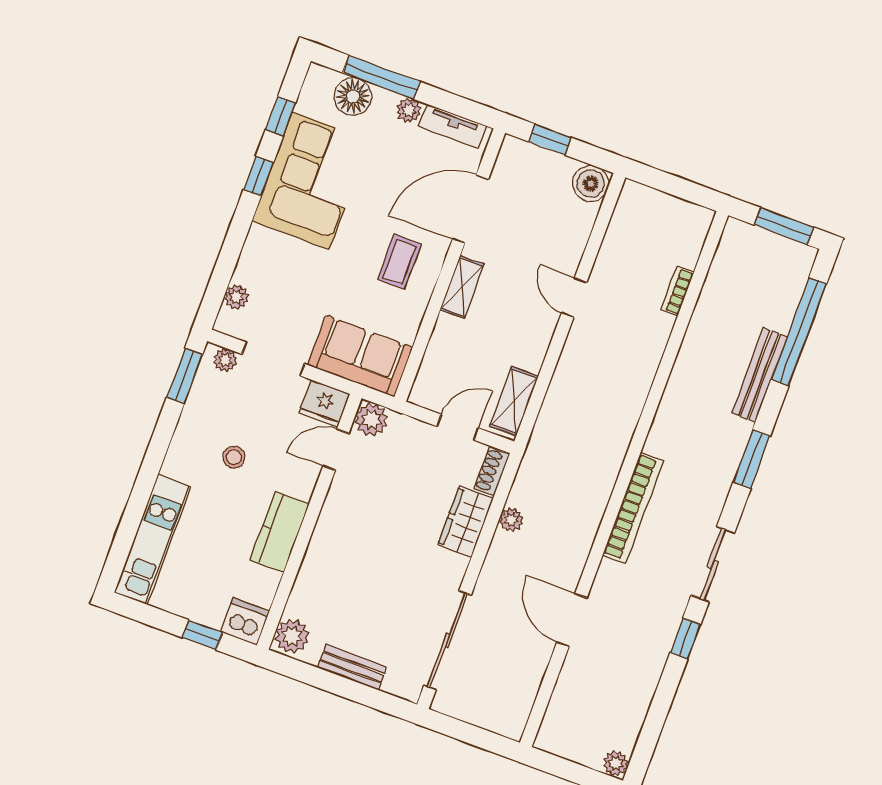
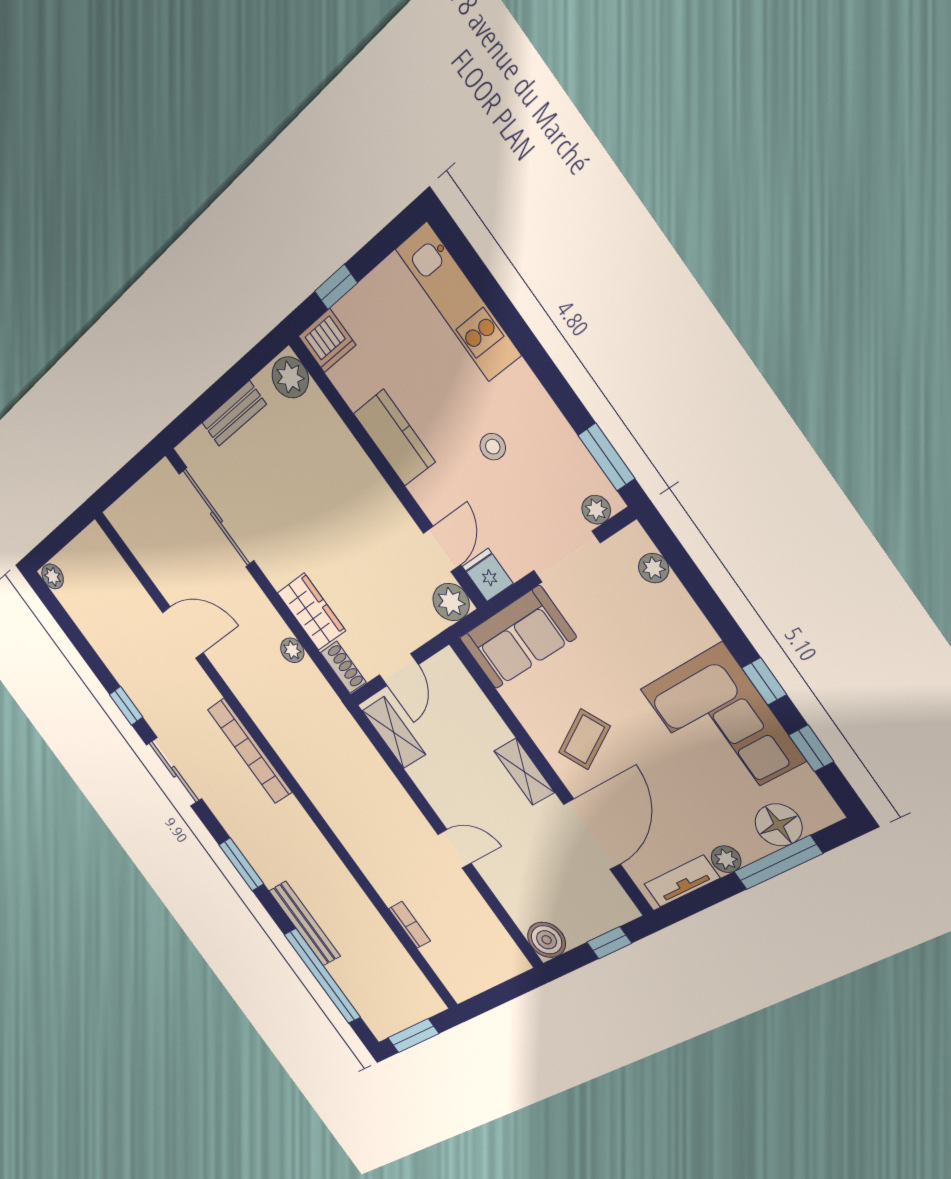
coffee table: (399, 262) -> (584, 739), turned 62
fridge: (324, 403) -> (488, 575), width x0.72

